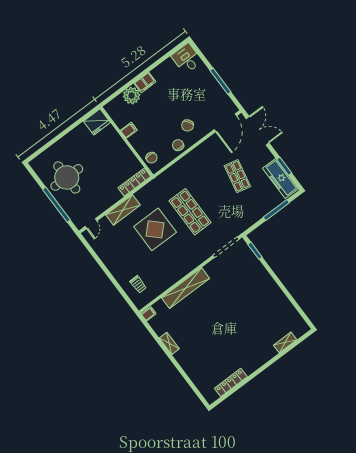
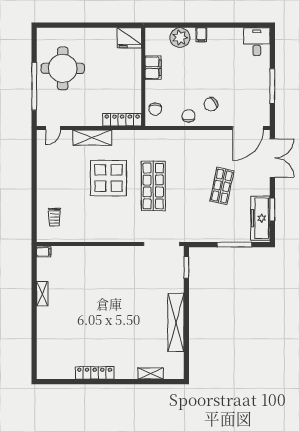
filing cabinet: (145, 83) -> (201, 35), width x0.50
filing cabinet: (129, 130) -> (153, 68), width x2.00
shelving: (186, 288) -> (176, 322), moved, turned 90
locker: (231, 383) -> (95, 373), moved

